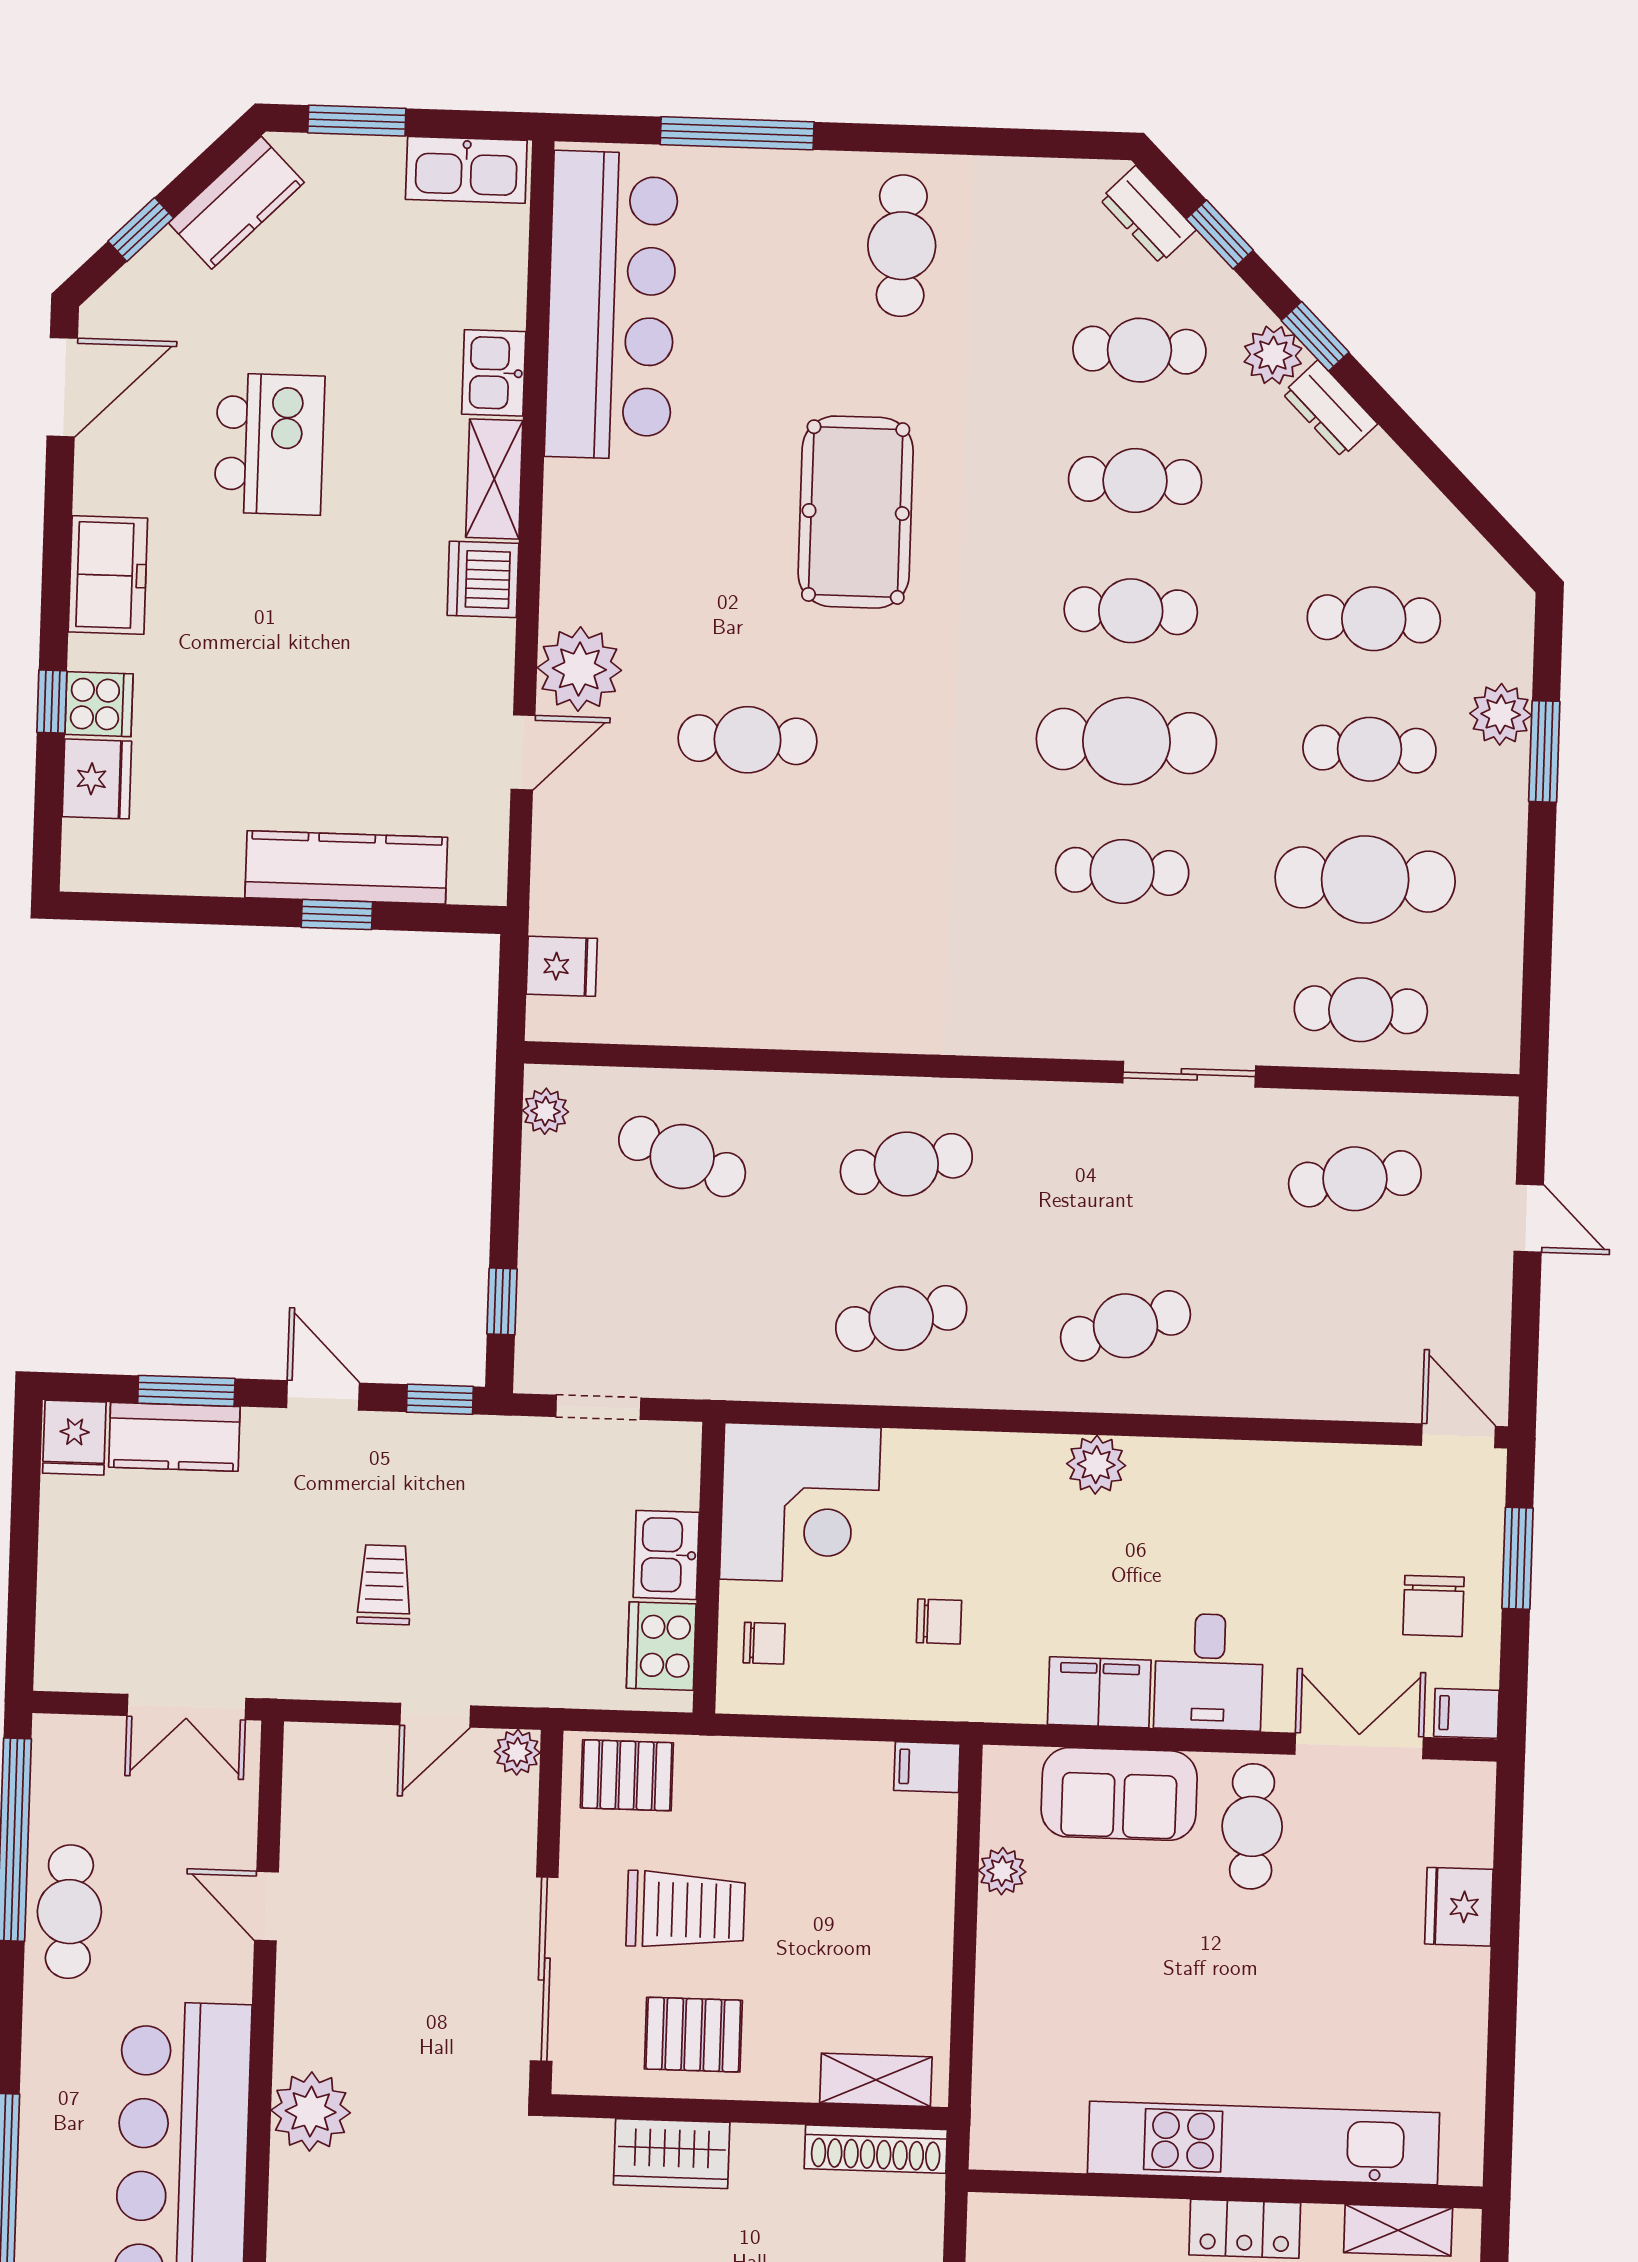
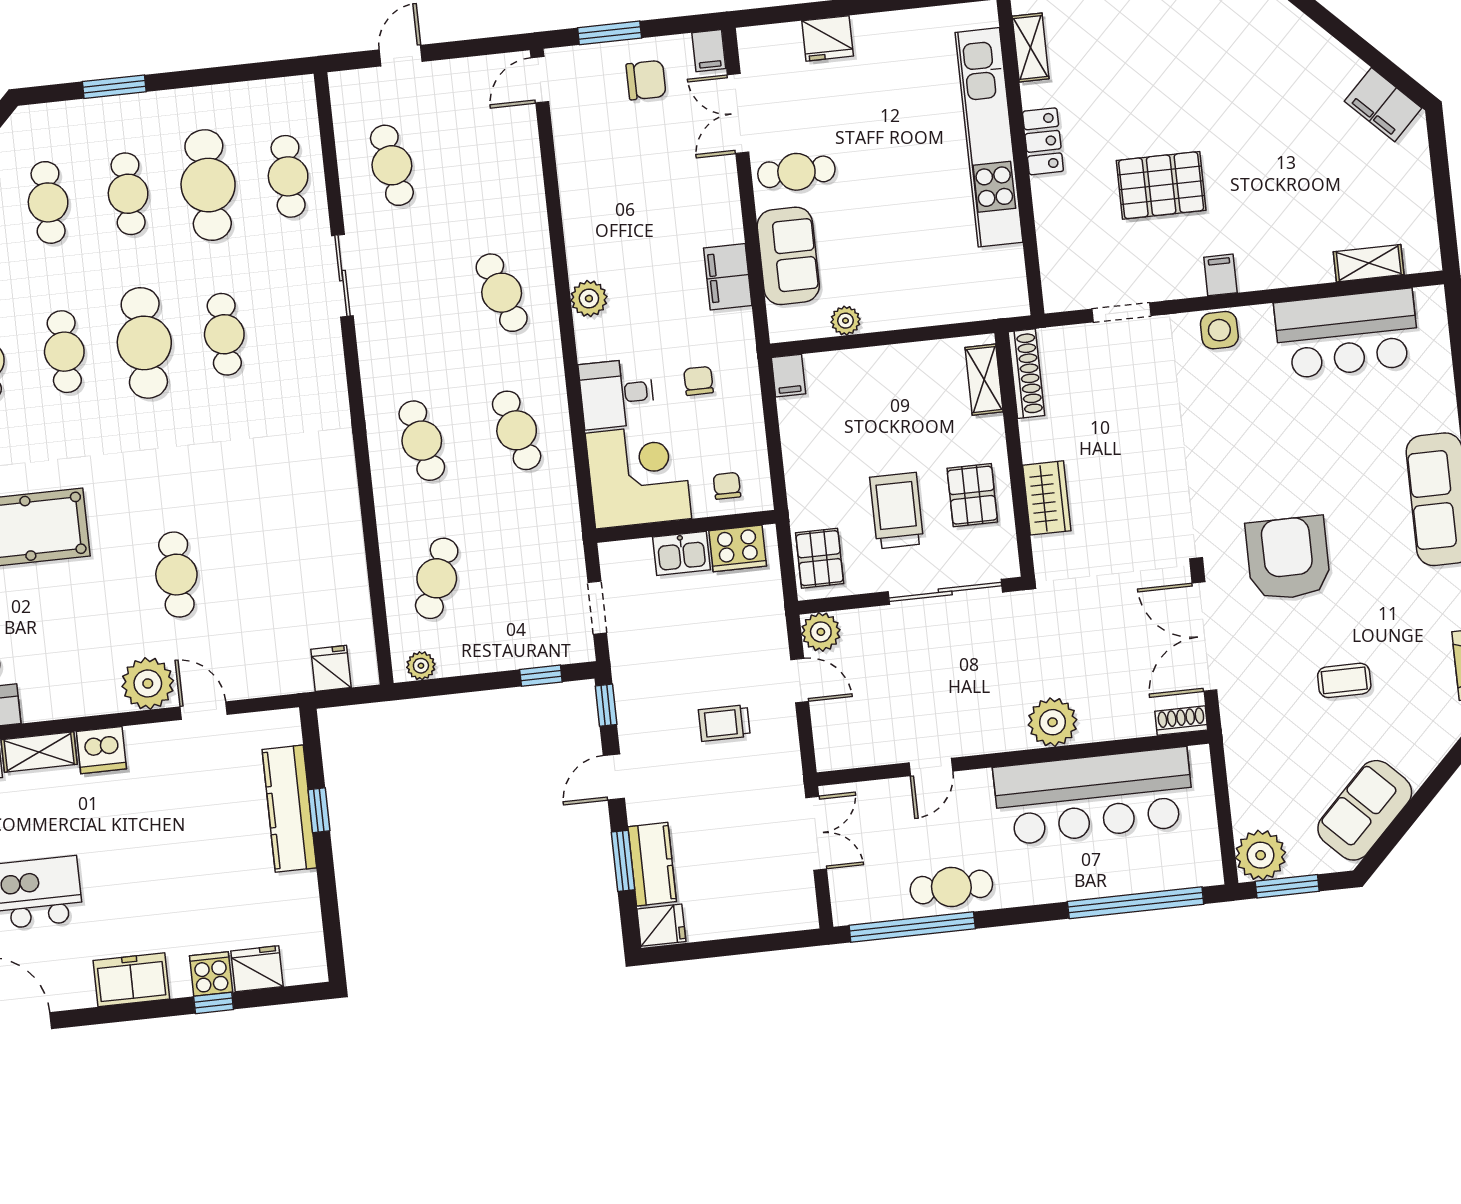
plant: (1501, 714) -> (95, 117), removed
desk: (1209, 1672) -> (617, 394), moved, turned 180
plant: (517, 1752) -> (821, 632), width x1.38, depth x1.38

